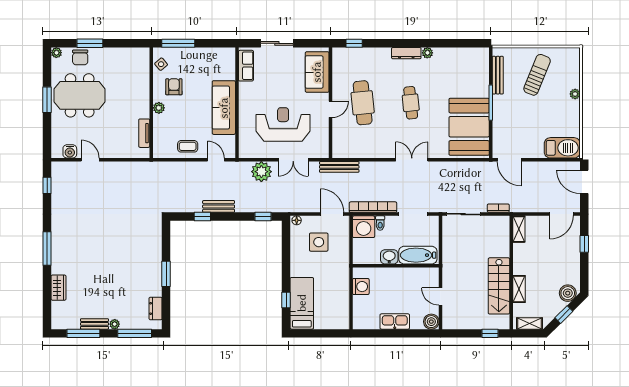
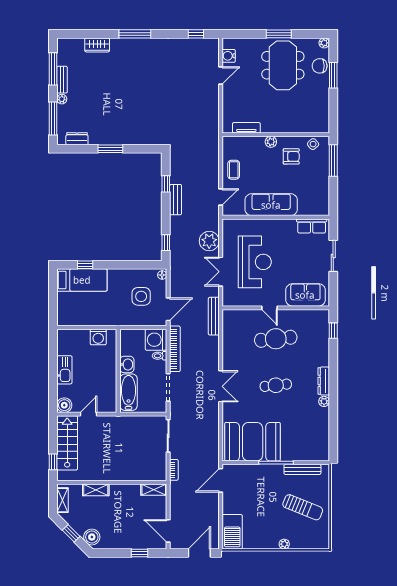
stairs: (499, 286) -> (67, 443), moved, turned 90

